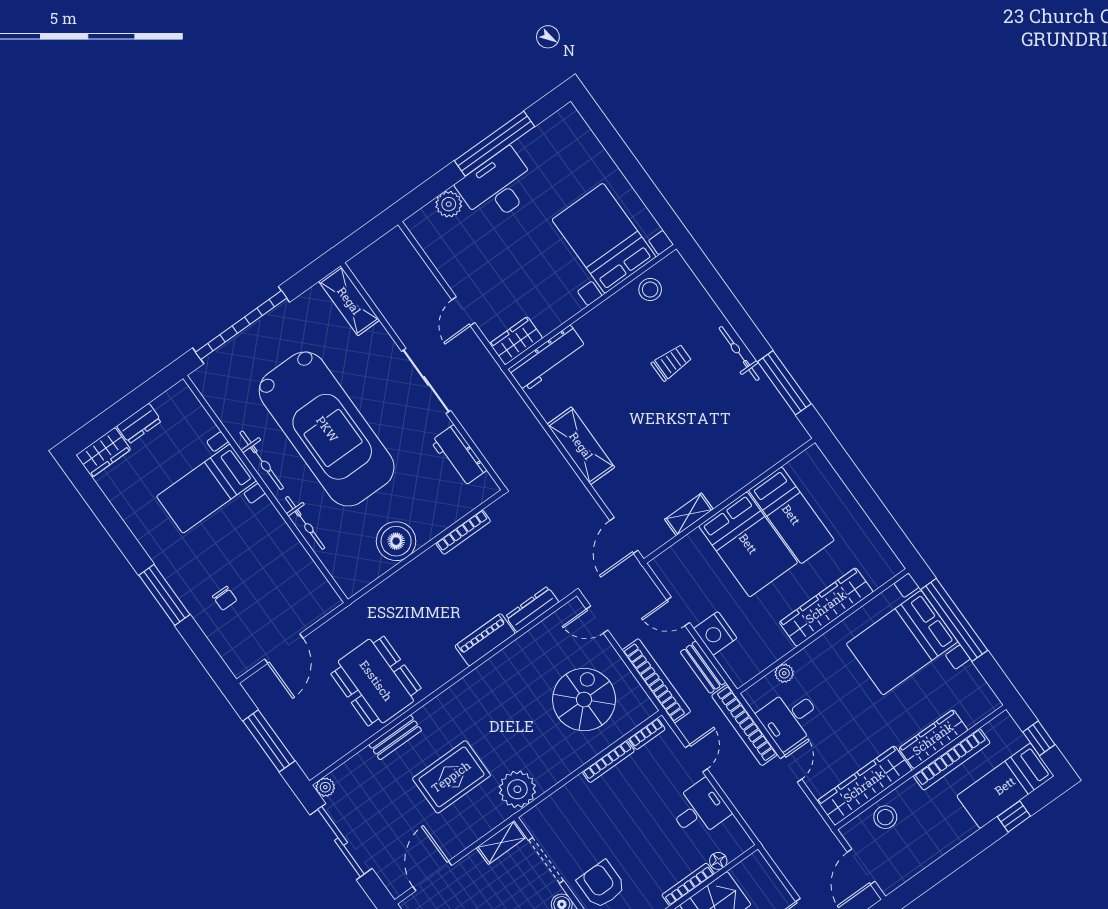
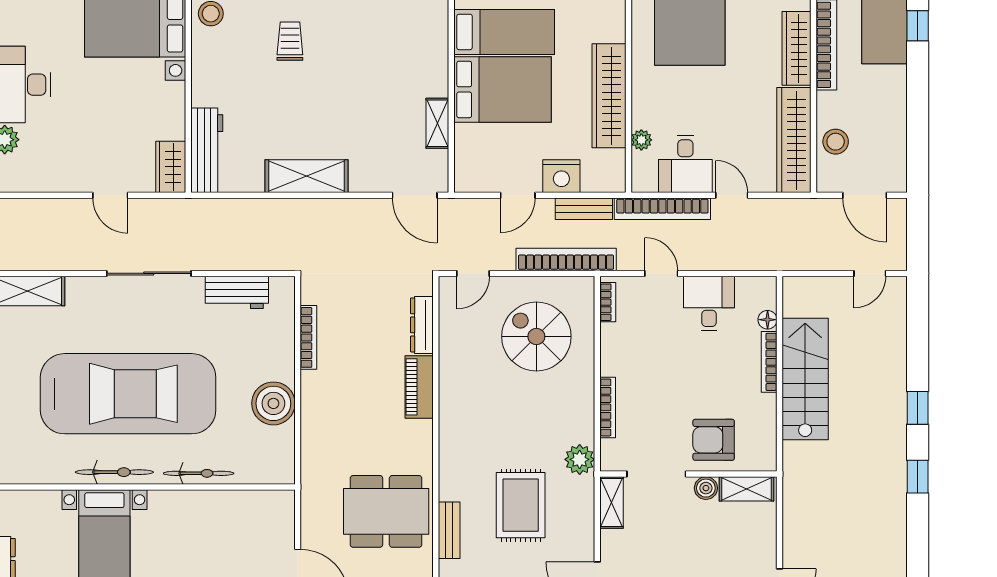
wardrobe: (826, 607) -> (609, 96), moved
bookcase: (608, 761) -> (608, 407), moved
plant: (517, 789) -> (580, 459), width x0.73, depth x0.73

